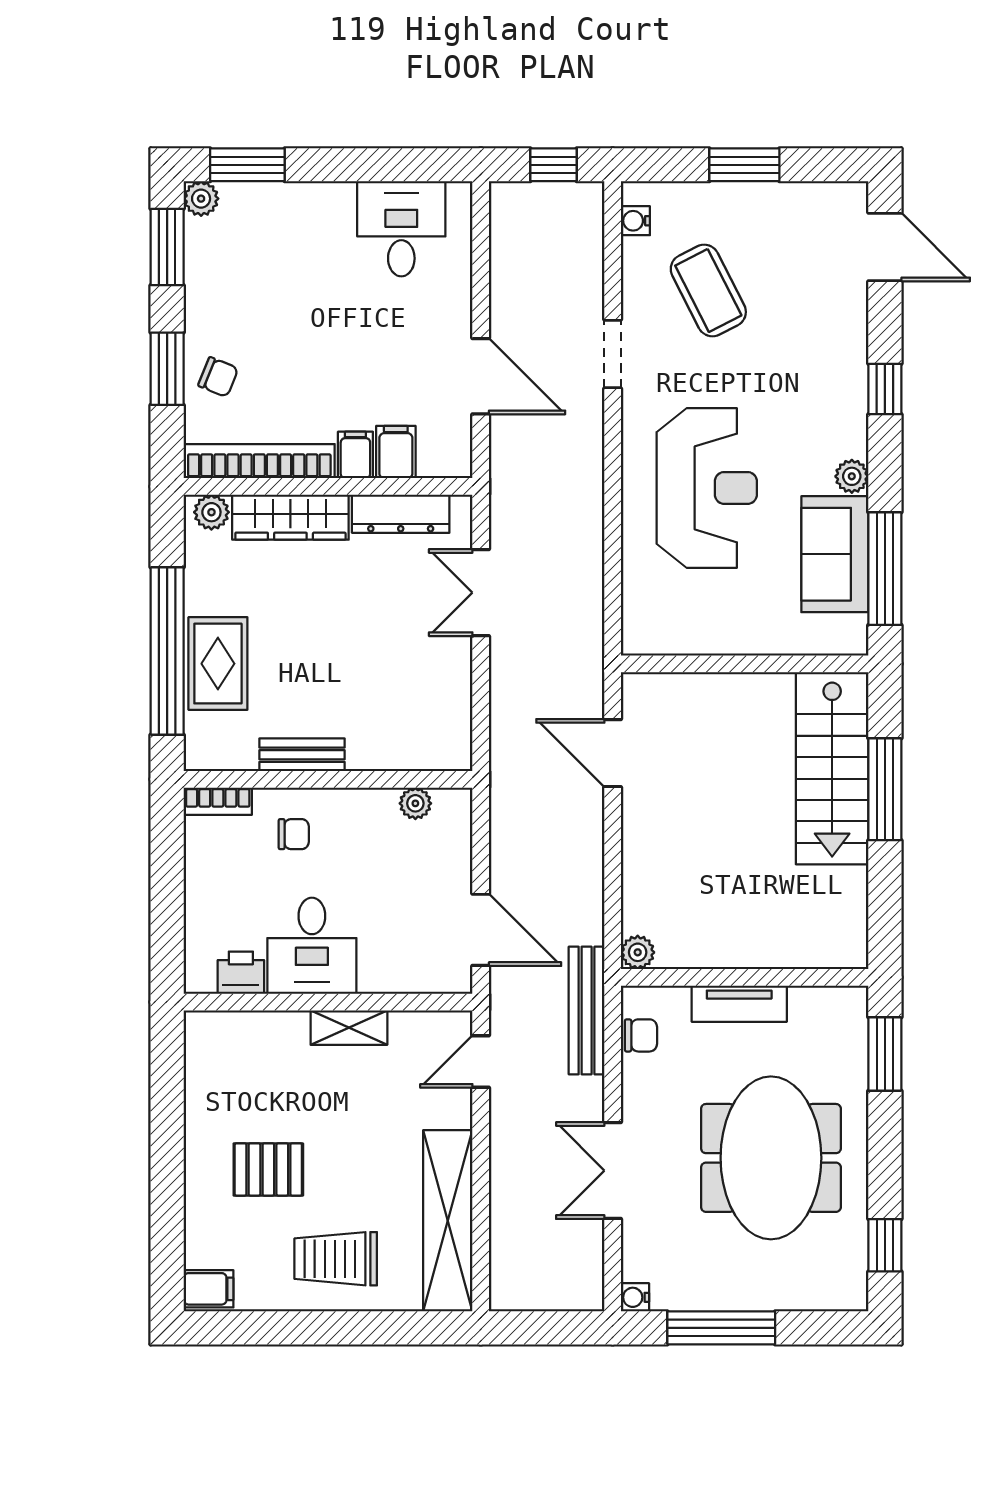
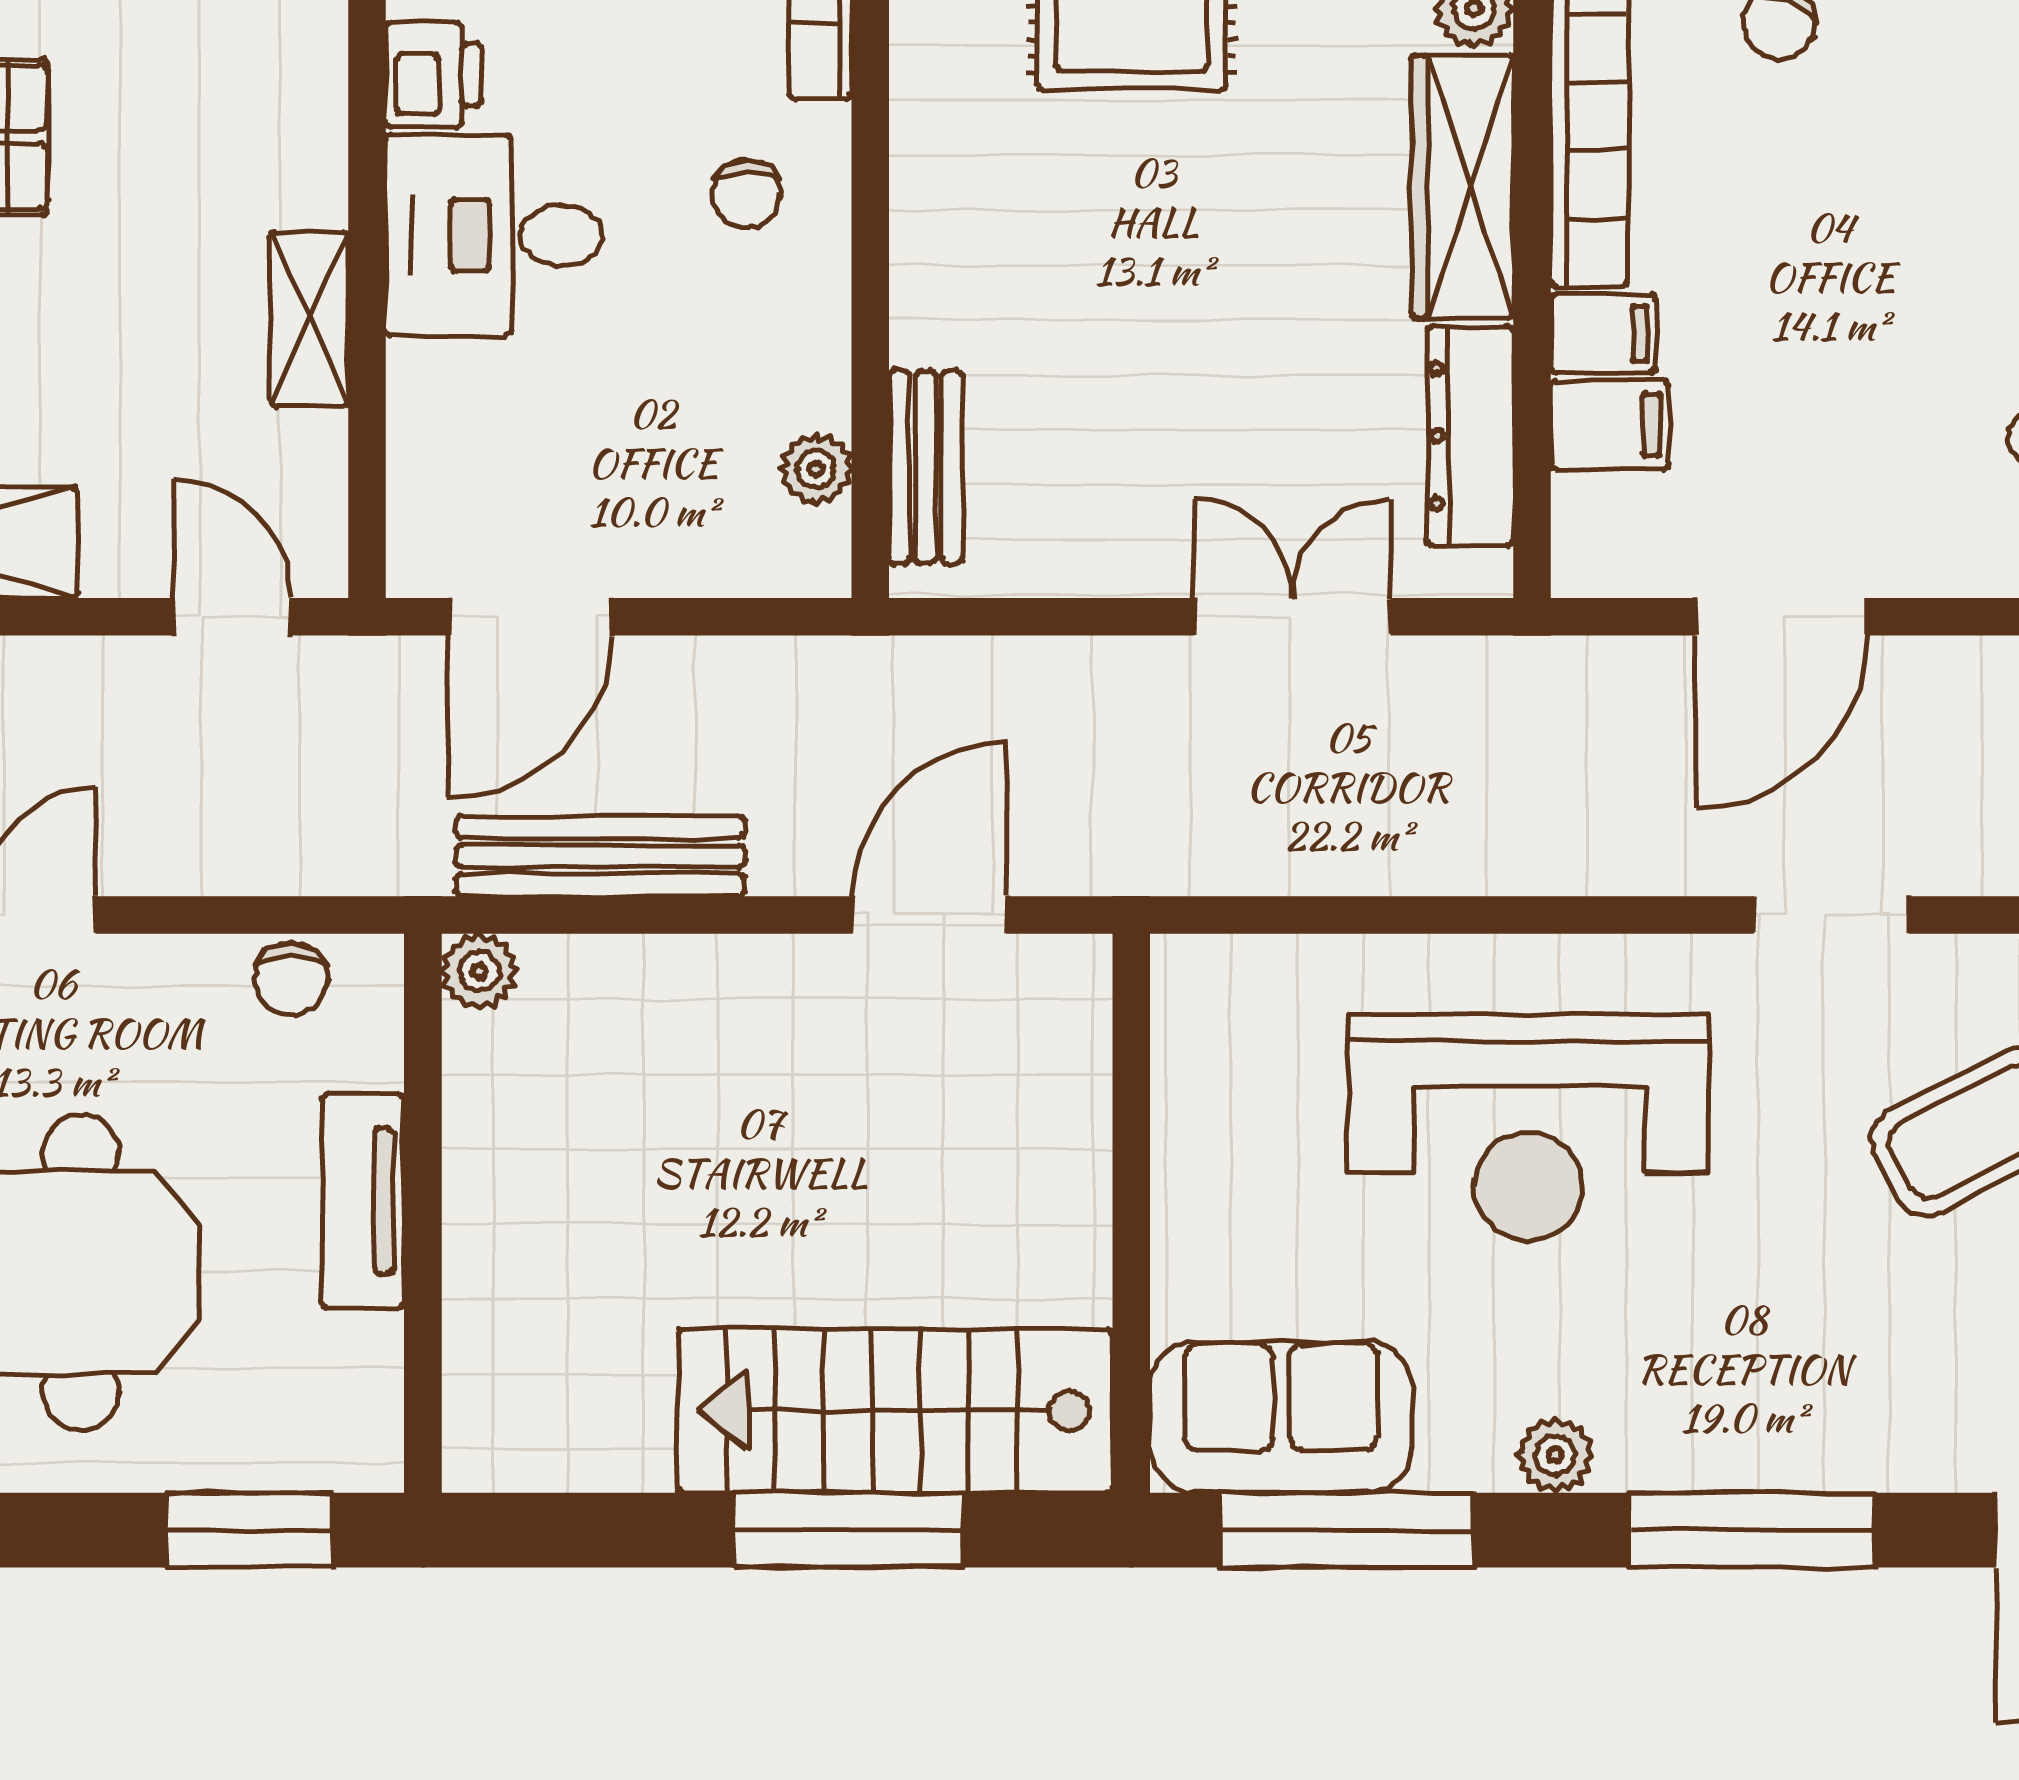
window: (885, 389) -> (1752, 1530), width x2.17
sofa: (835, 554) -> (1281, 1417), moved
bench: (302, 755) -> (926, 467), moved
bench: (587, 1010) -> (600, 856), moved

